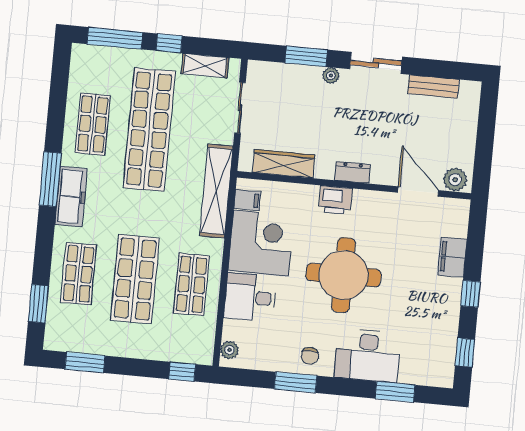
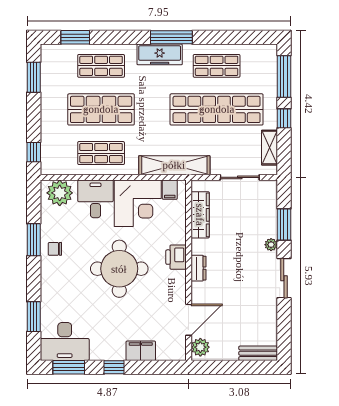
bench: (433, 87) -> (258, 353), moved, turned 90
plant: (229, 350) -> (60, 193), width x1.87, depth x1.87
window: (465, 353) -> (69, 367), width x1.50
desk: (368, 355) -> (65, 341), moved, turned -90

